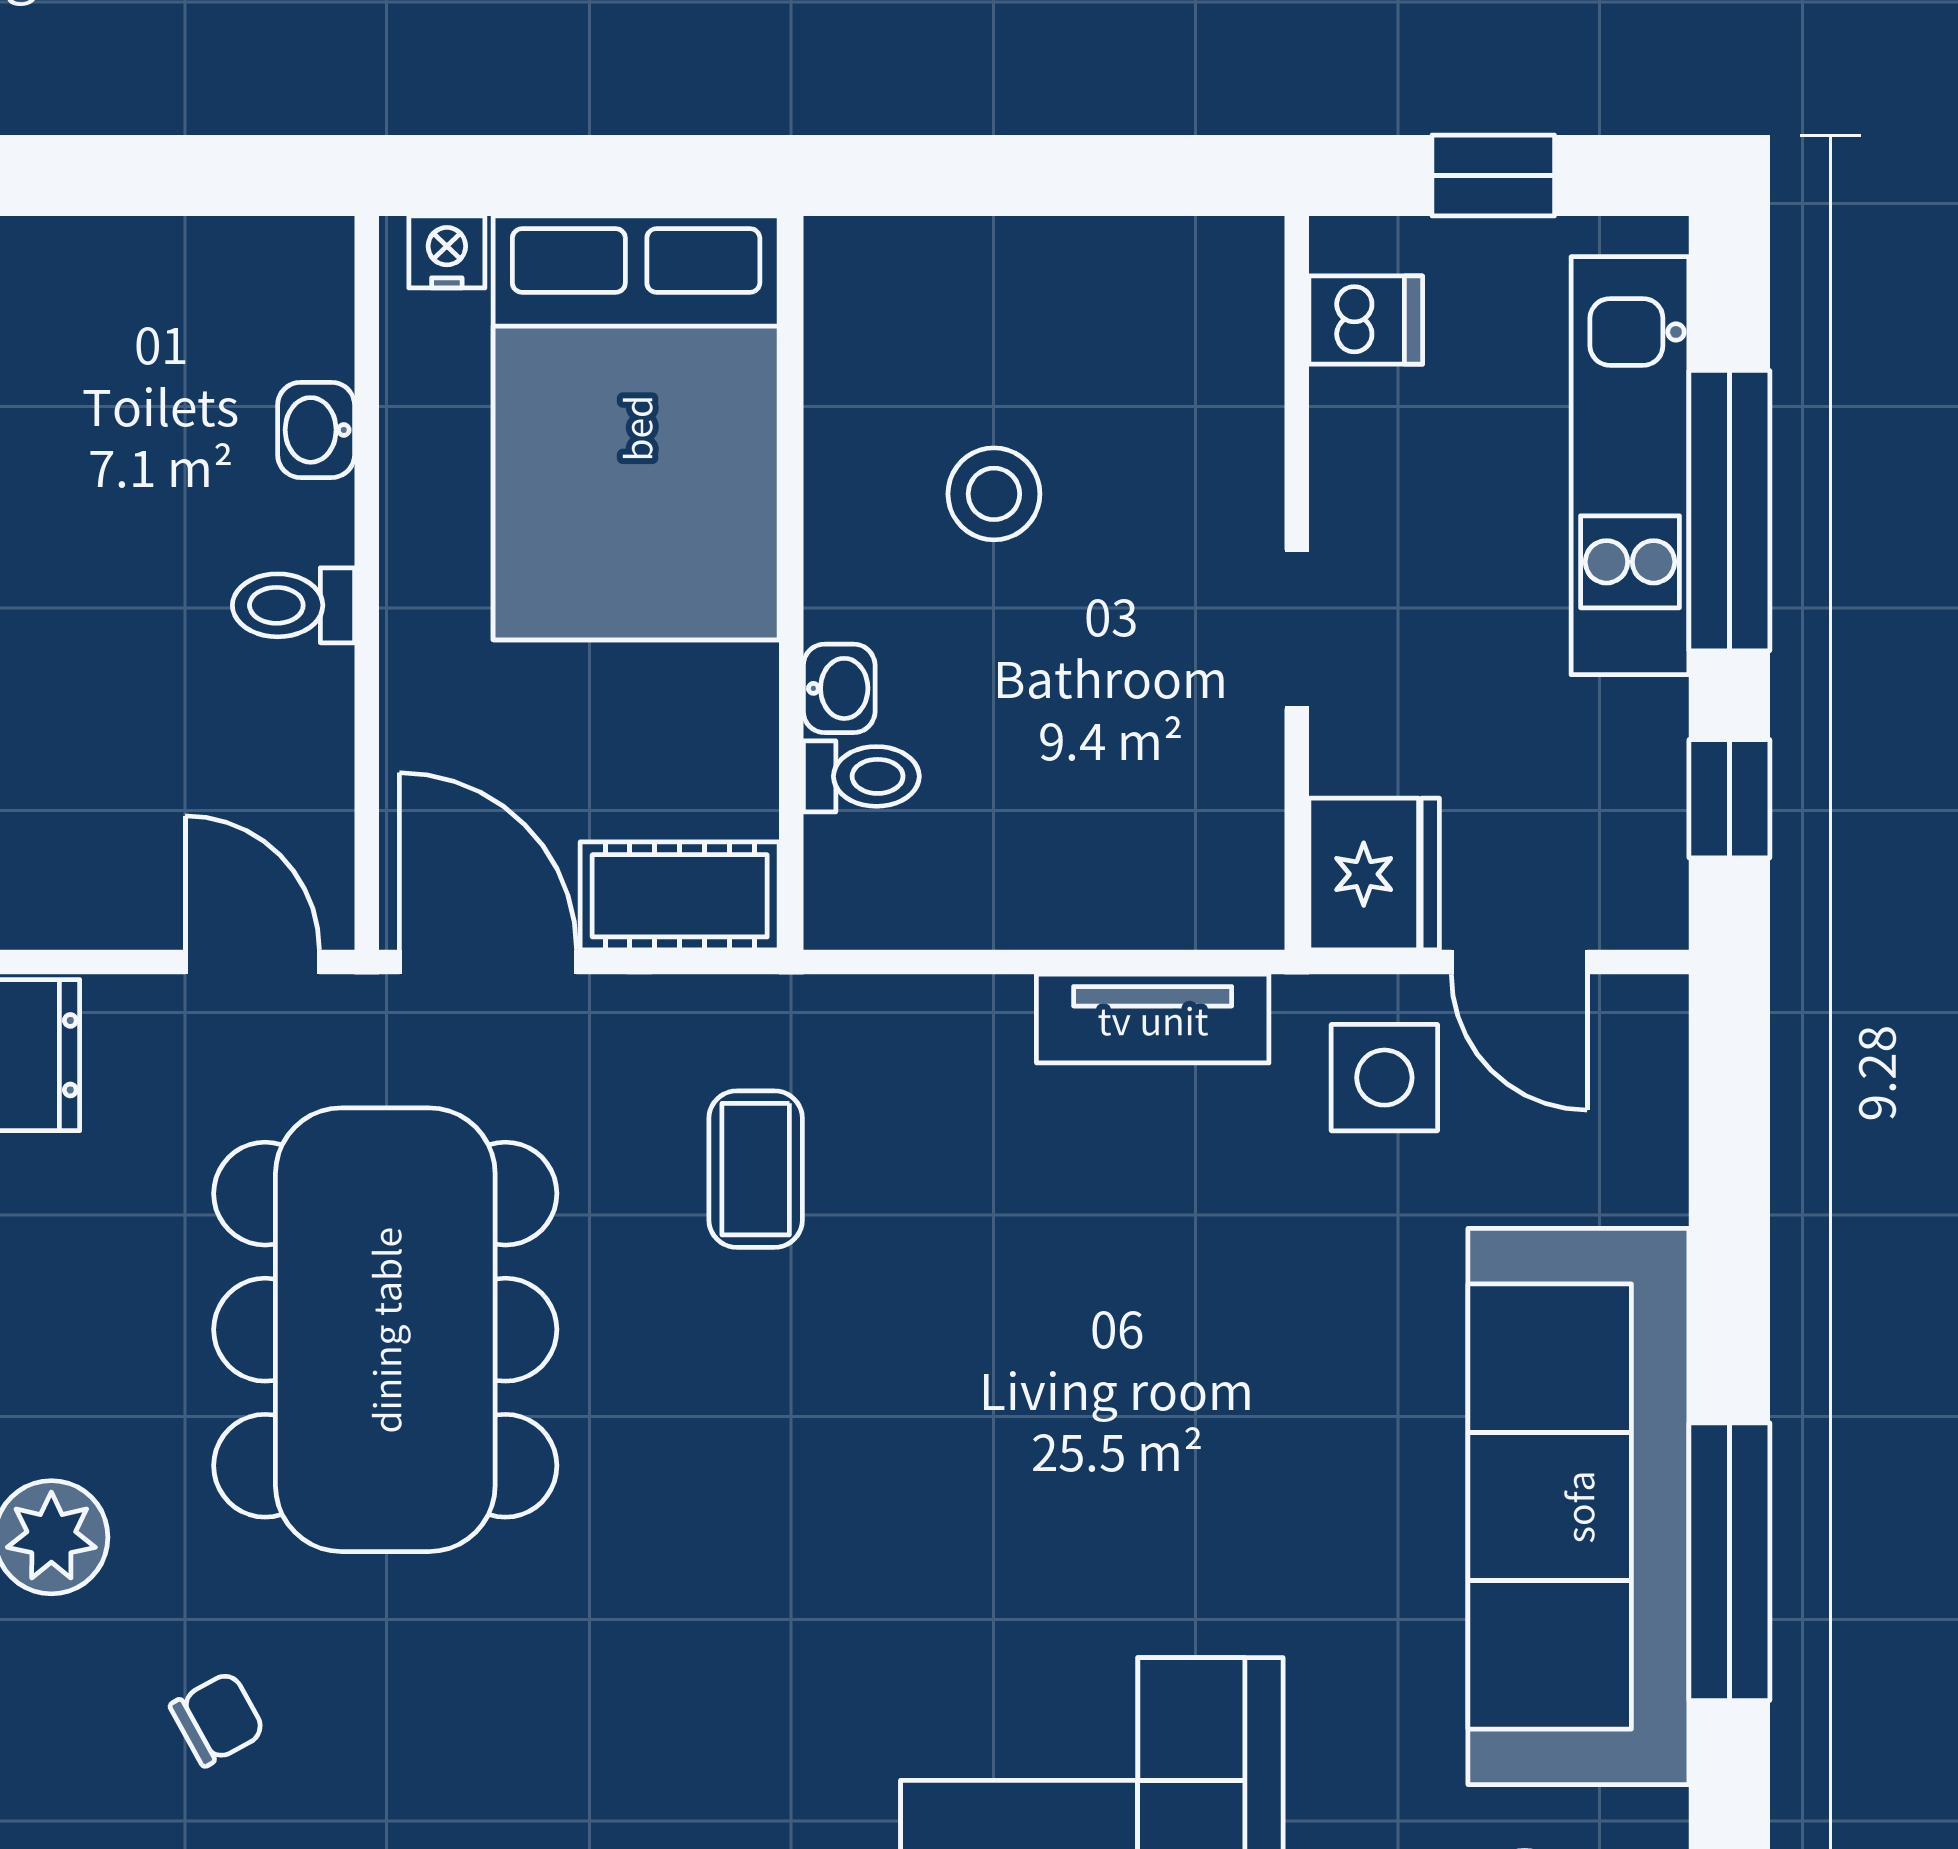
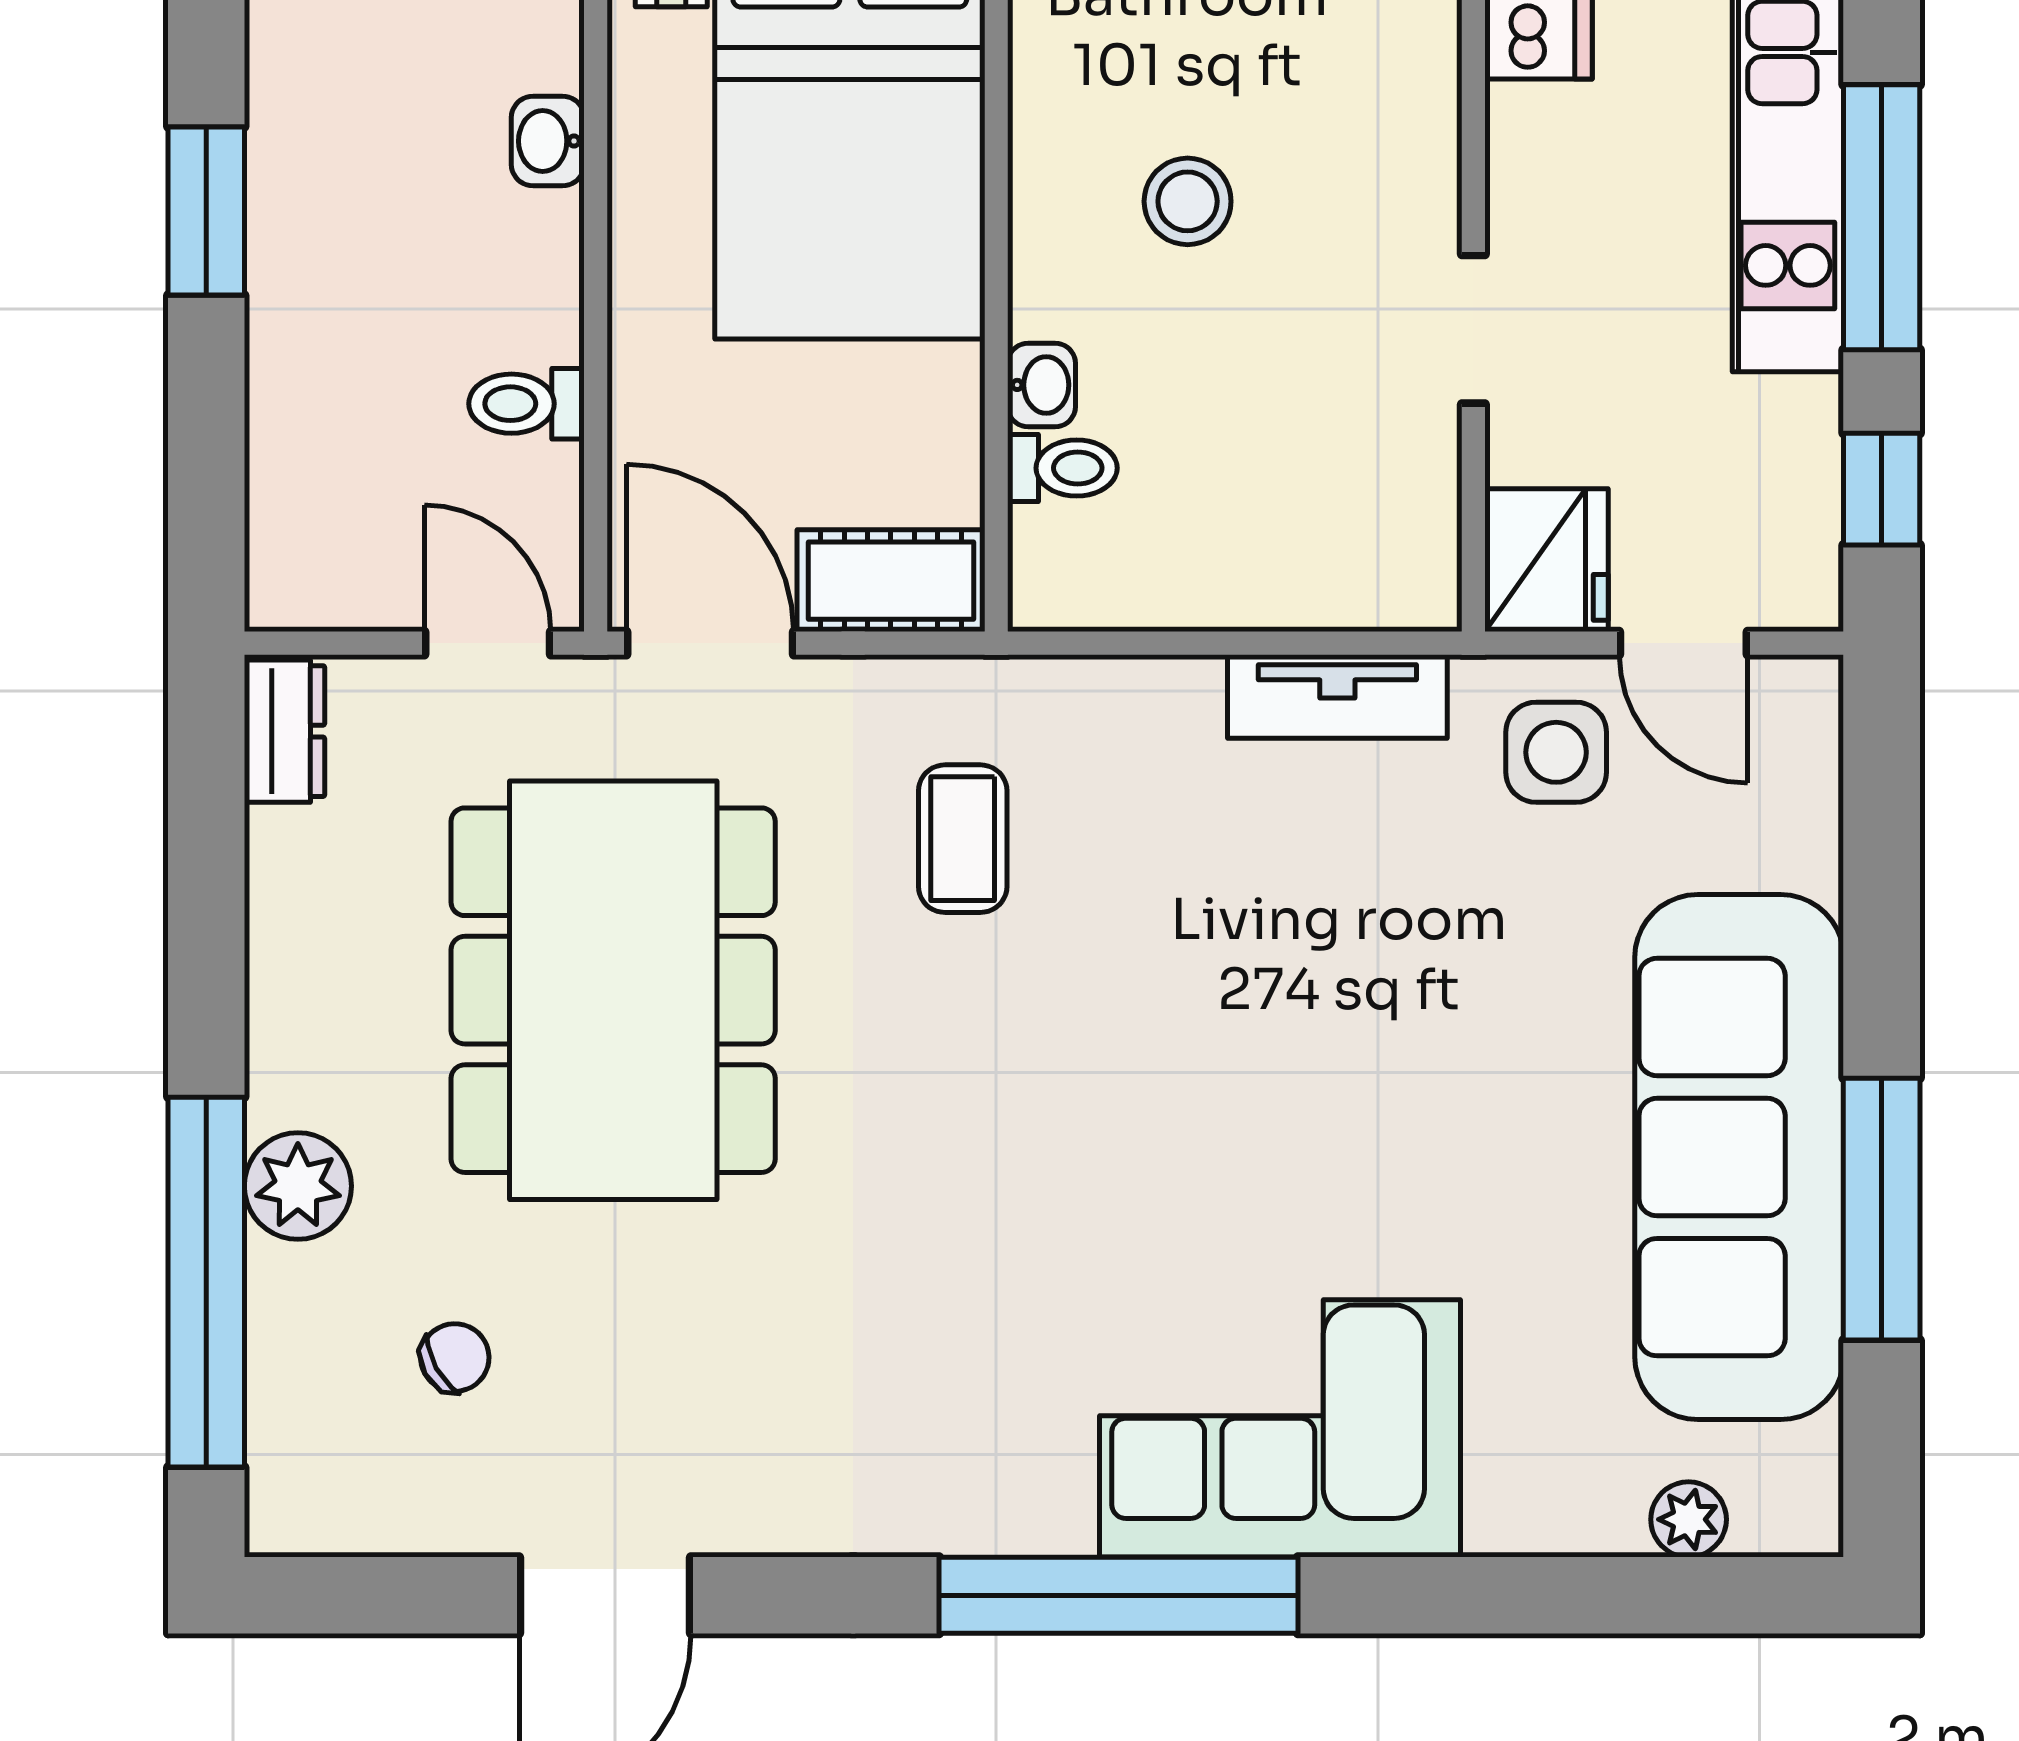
toilet: (293, 605) -> (526, 404), moved

